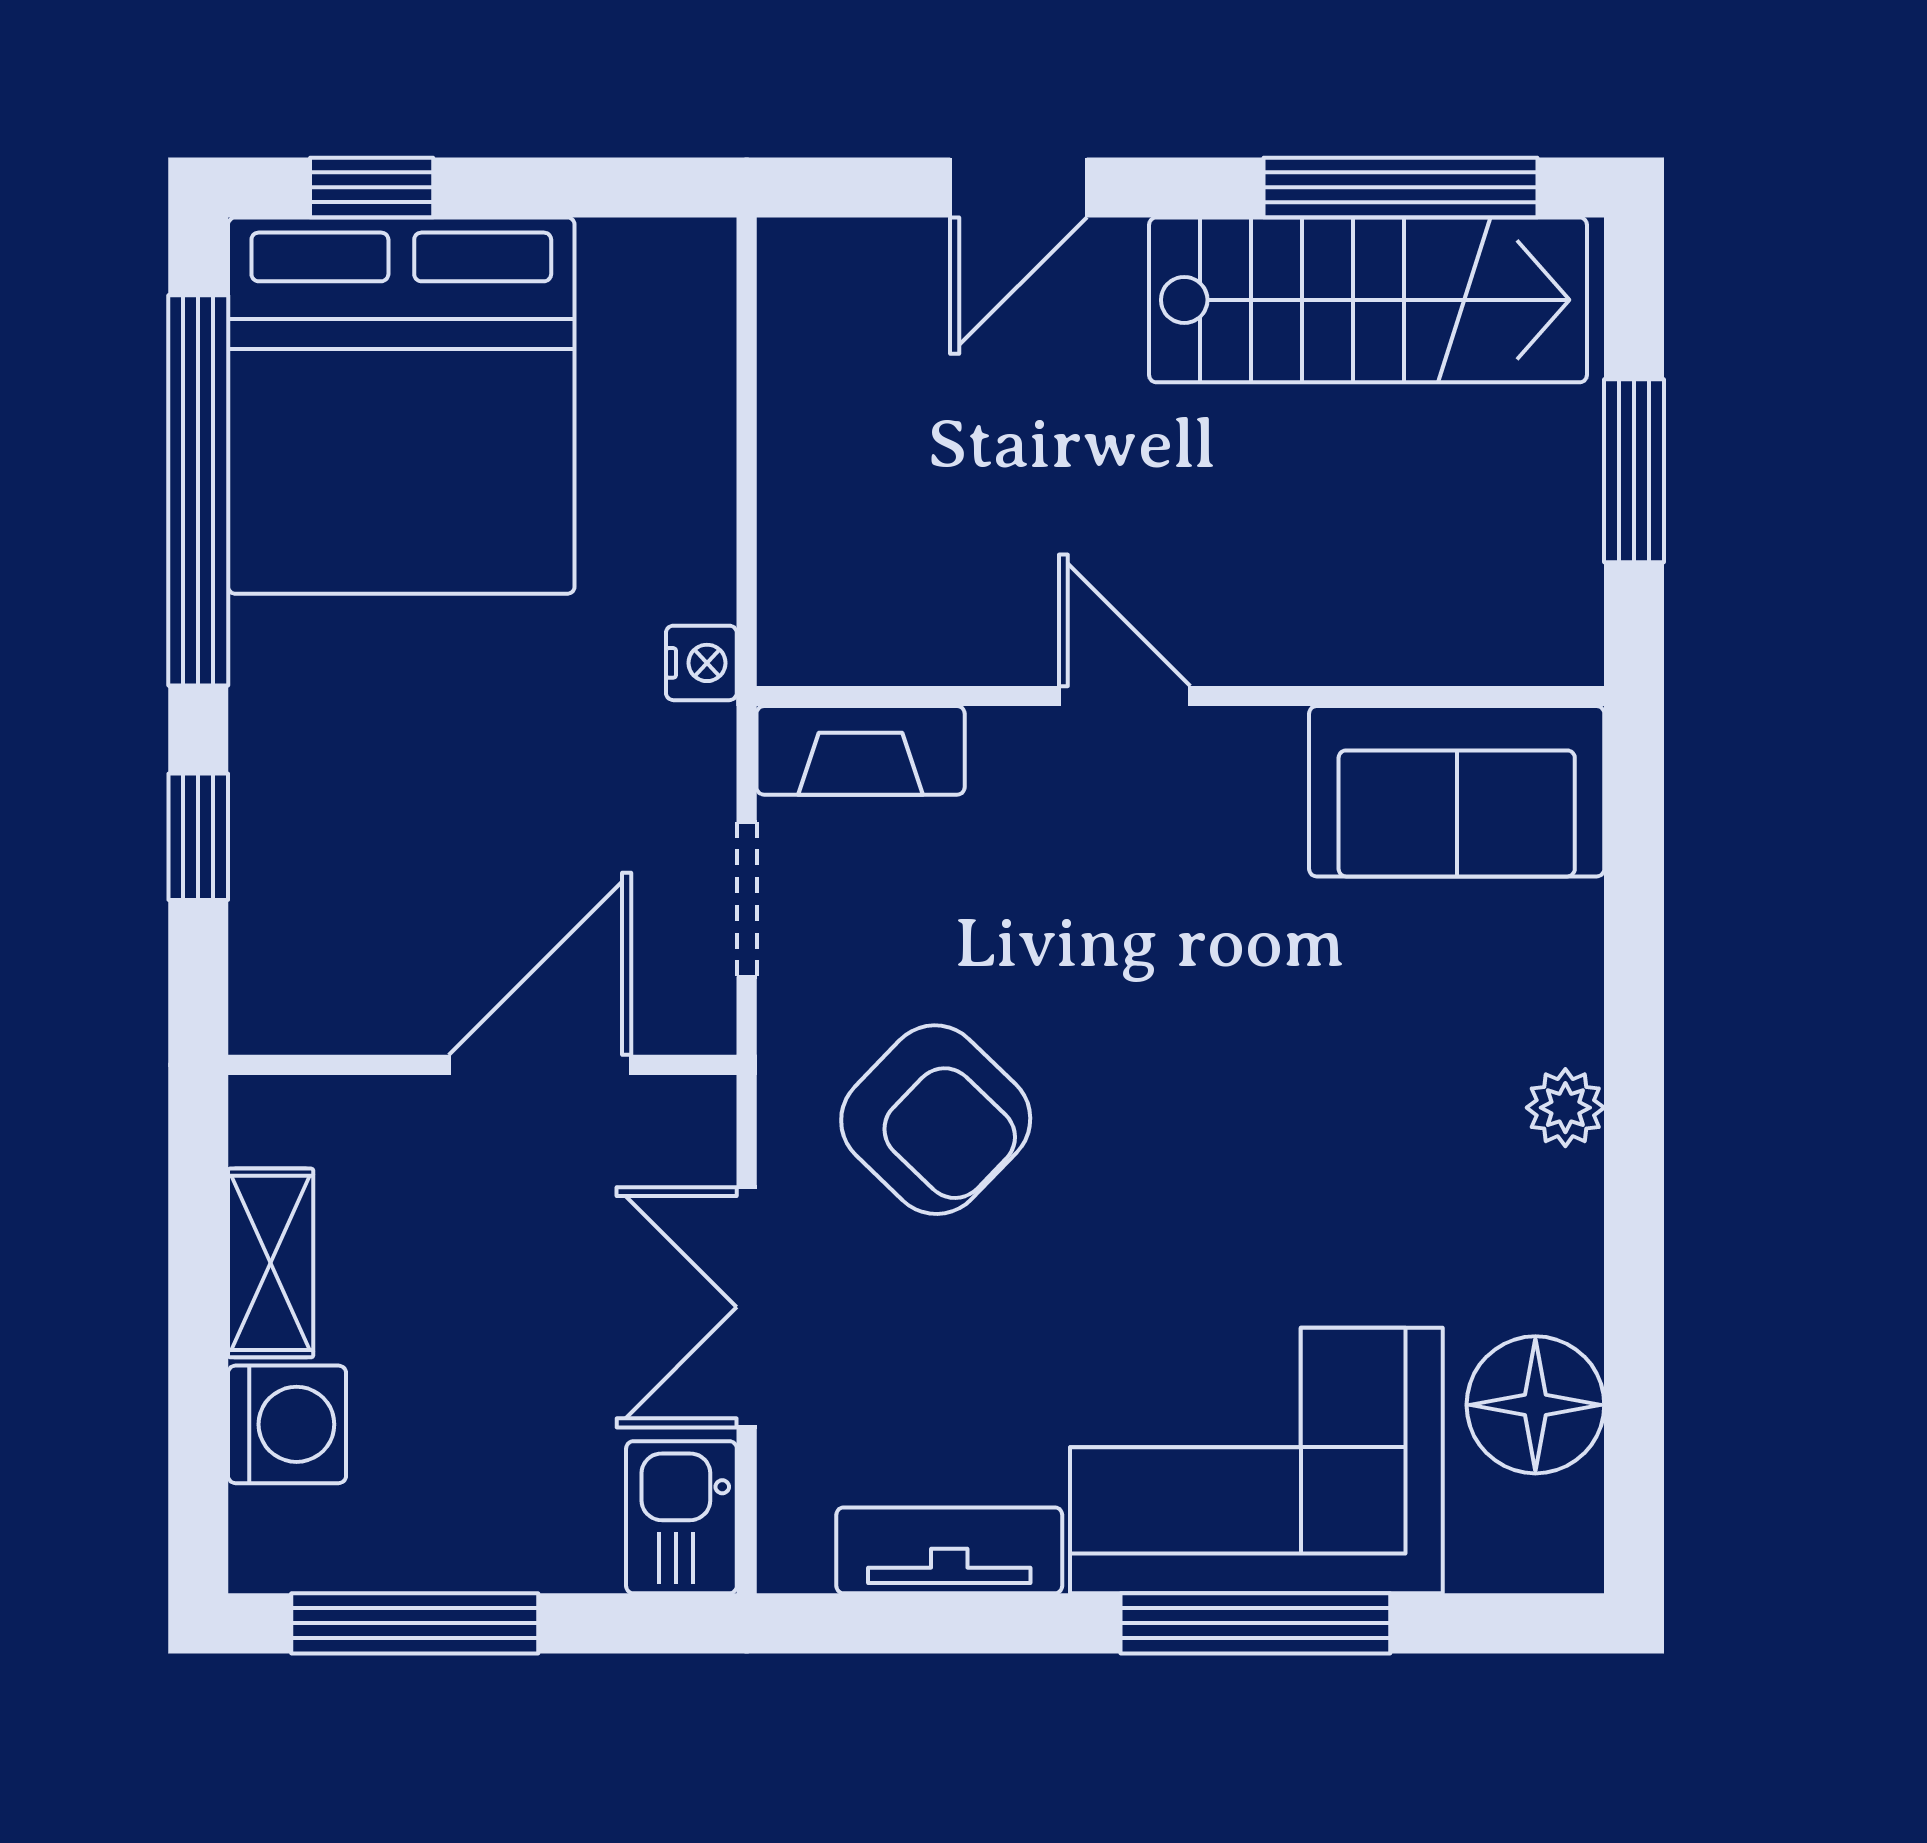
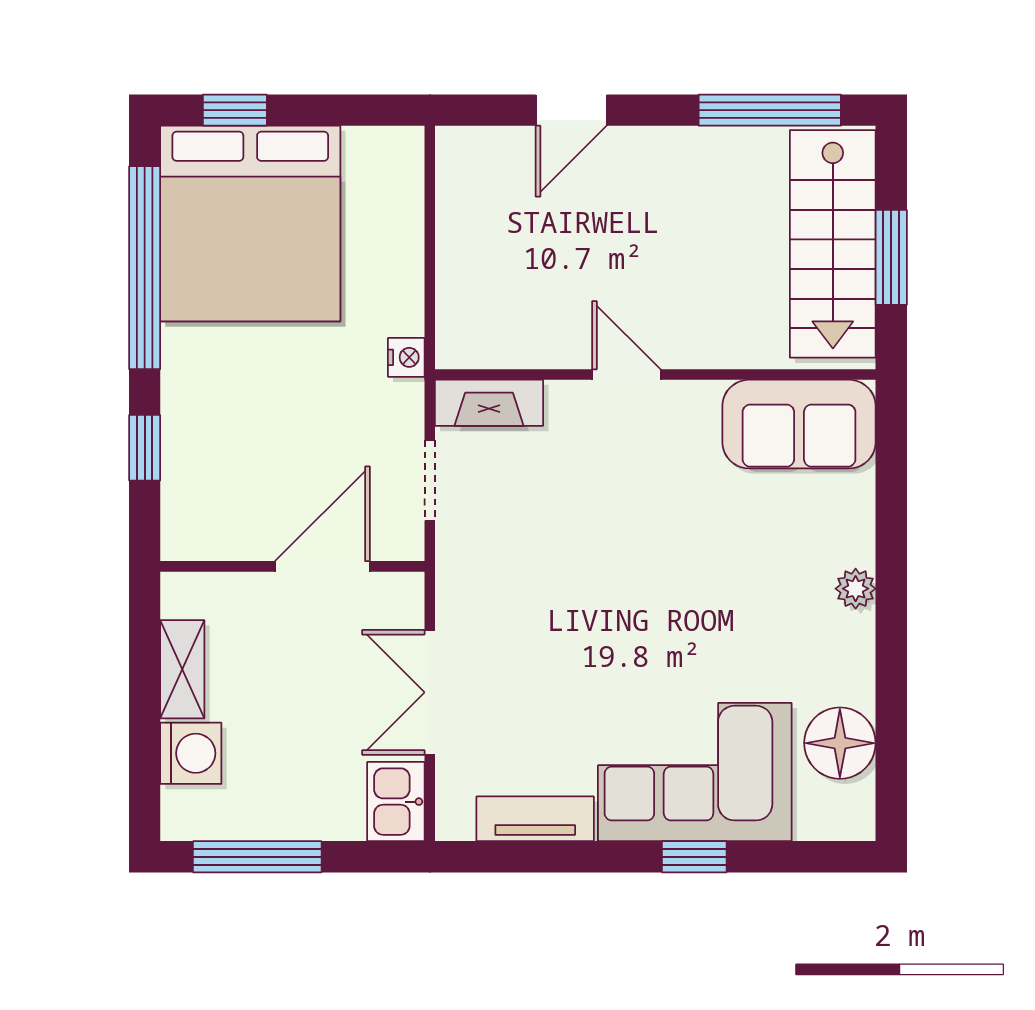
stairs: (1368, 300) -> (833, 244), moved, turned 90
armchair: (936, 1120) -> (528, 595), removed
window: (1255, 1623) -> (694, 857), width x0.46

